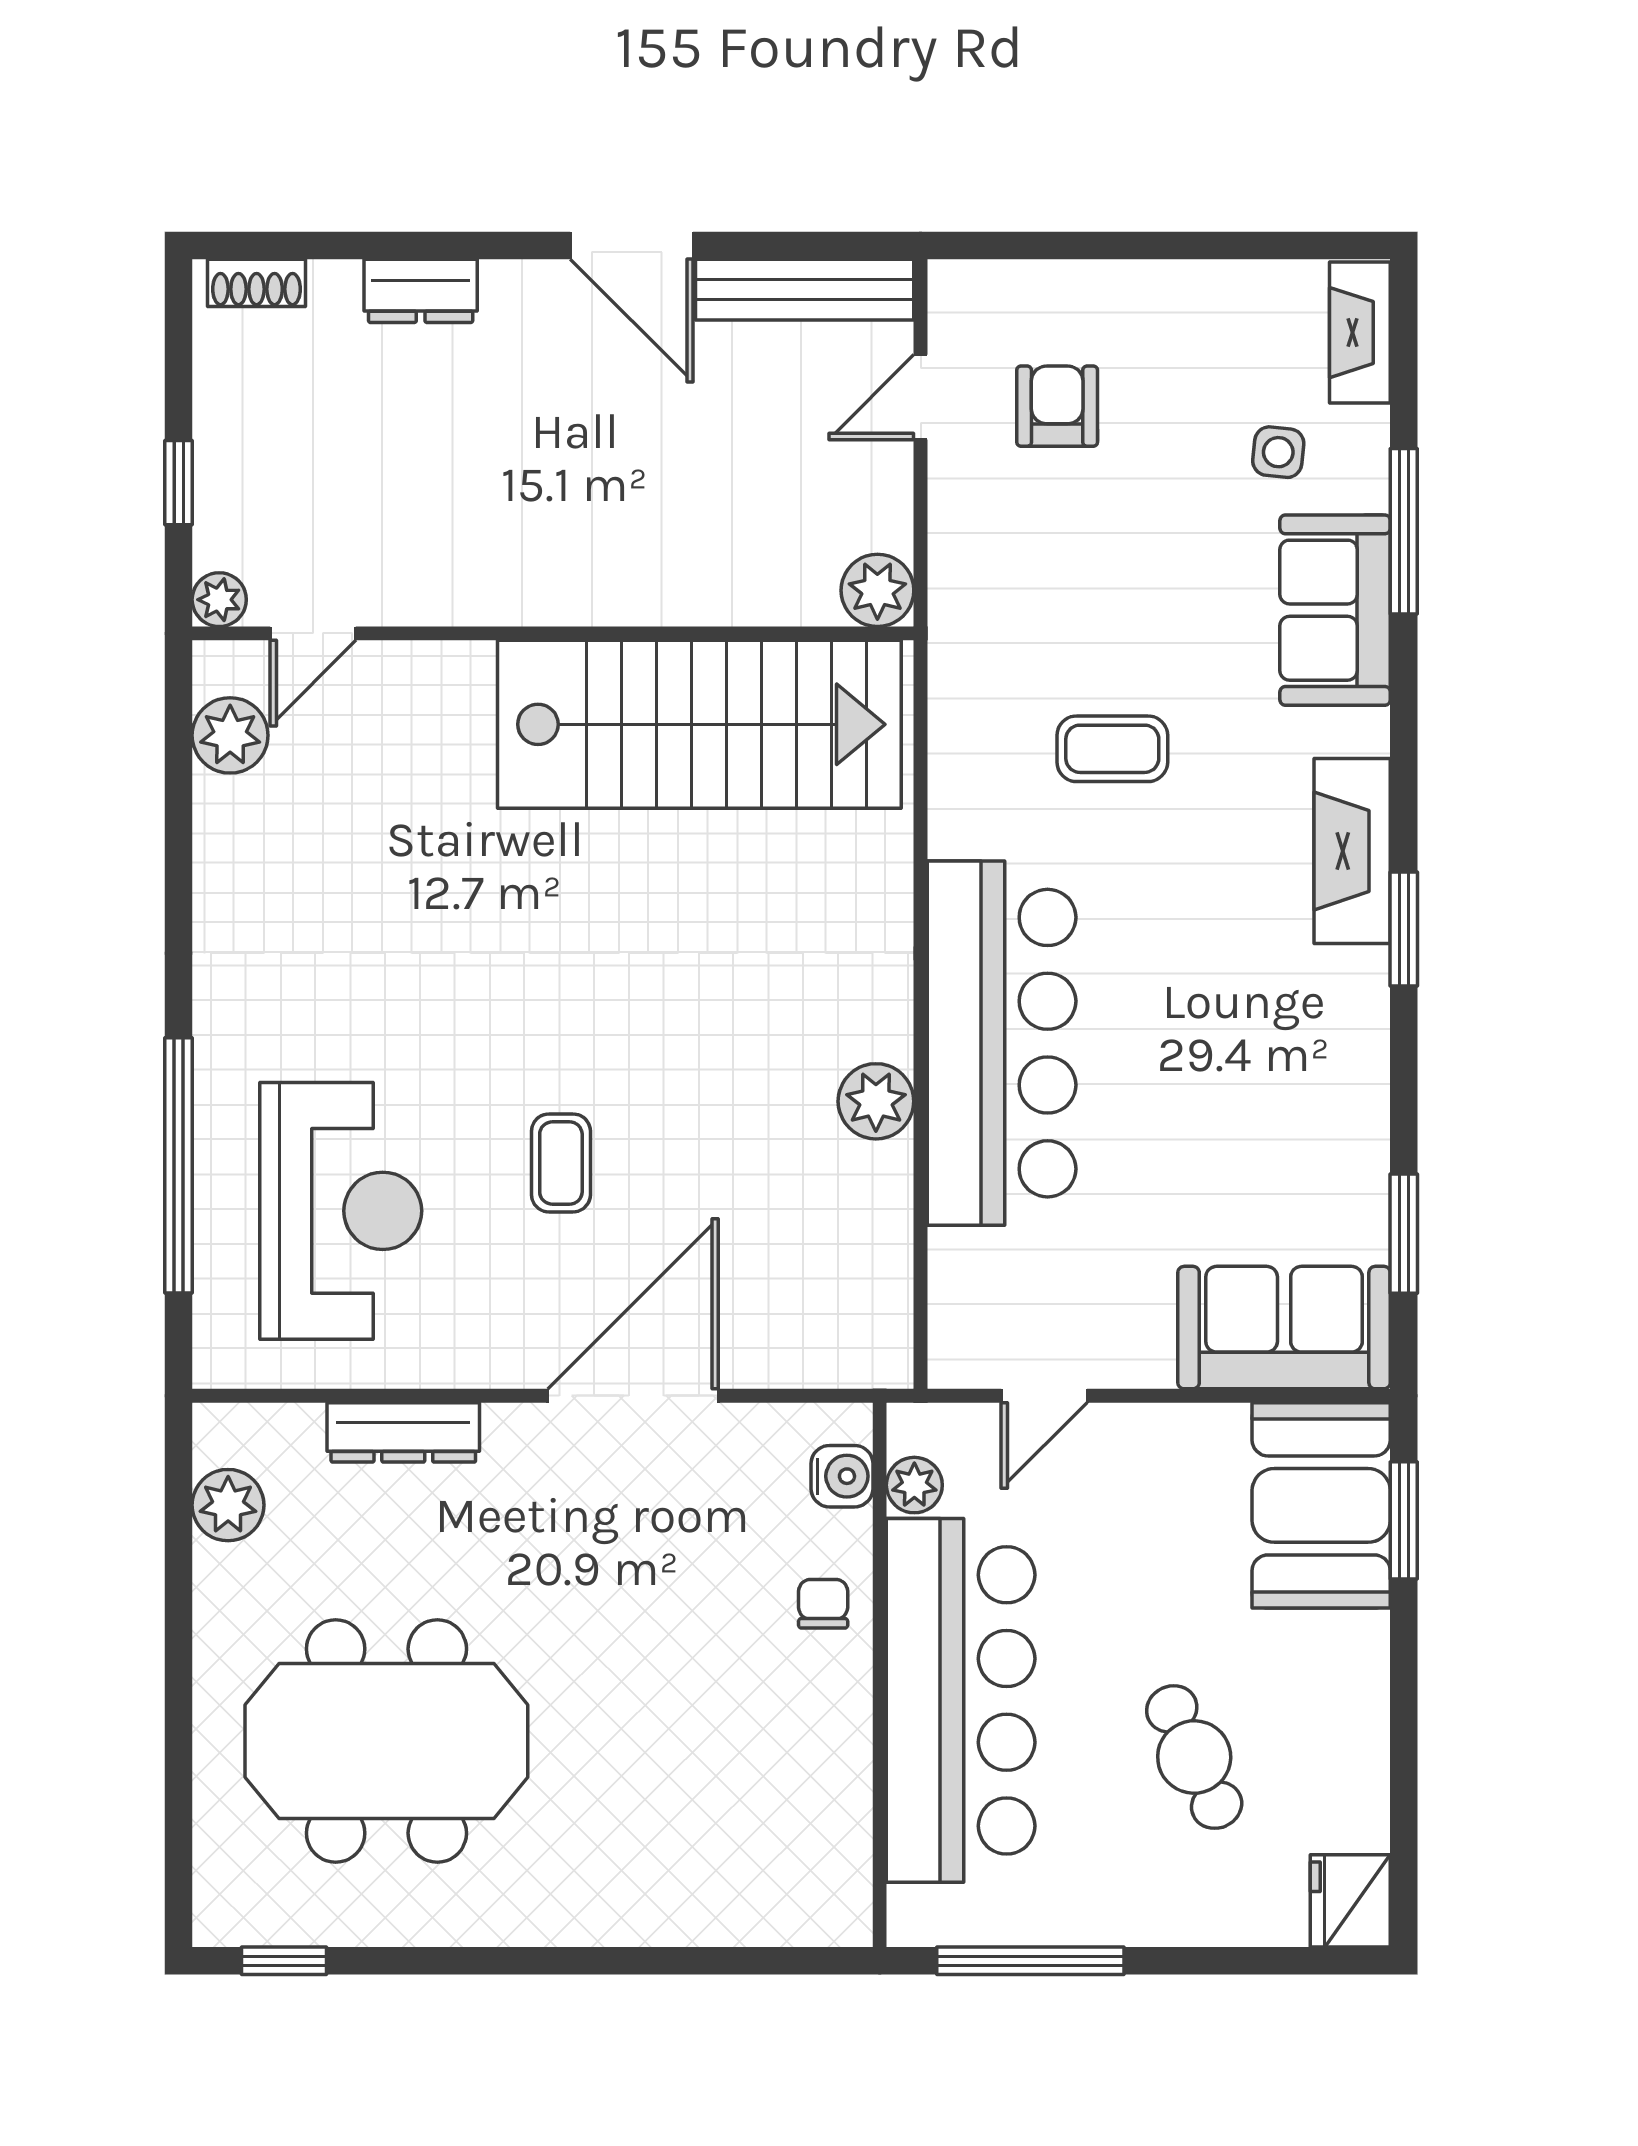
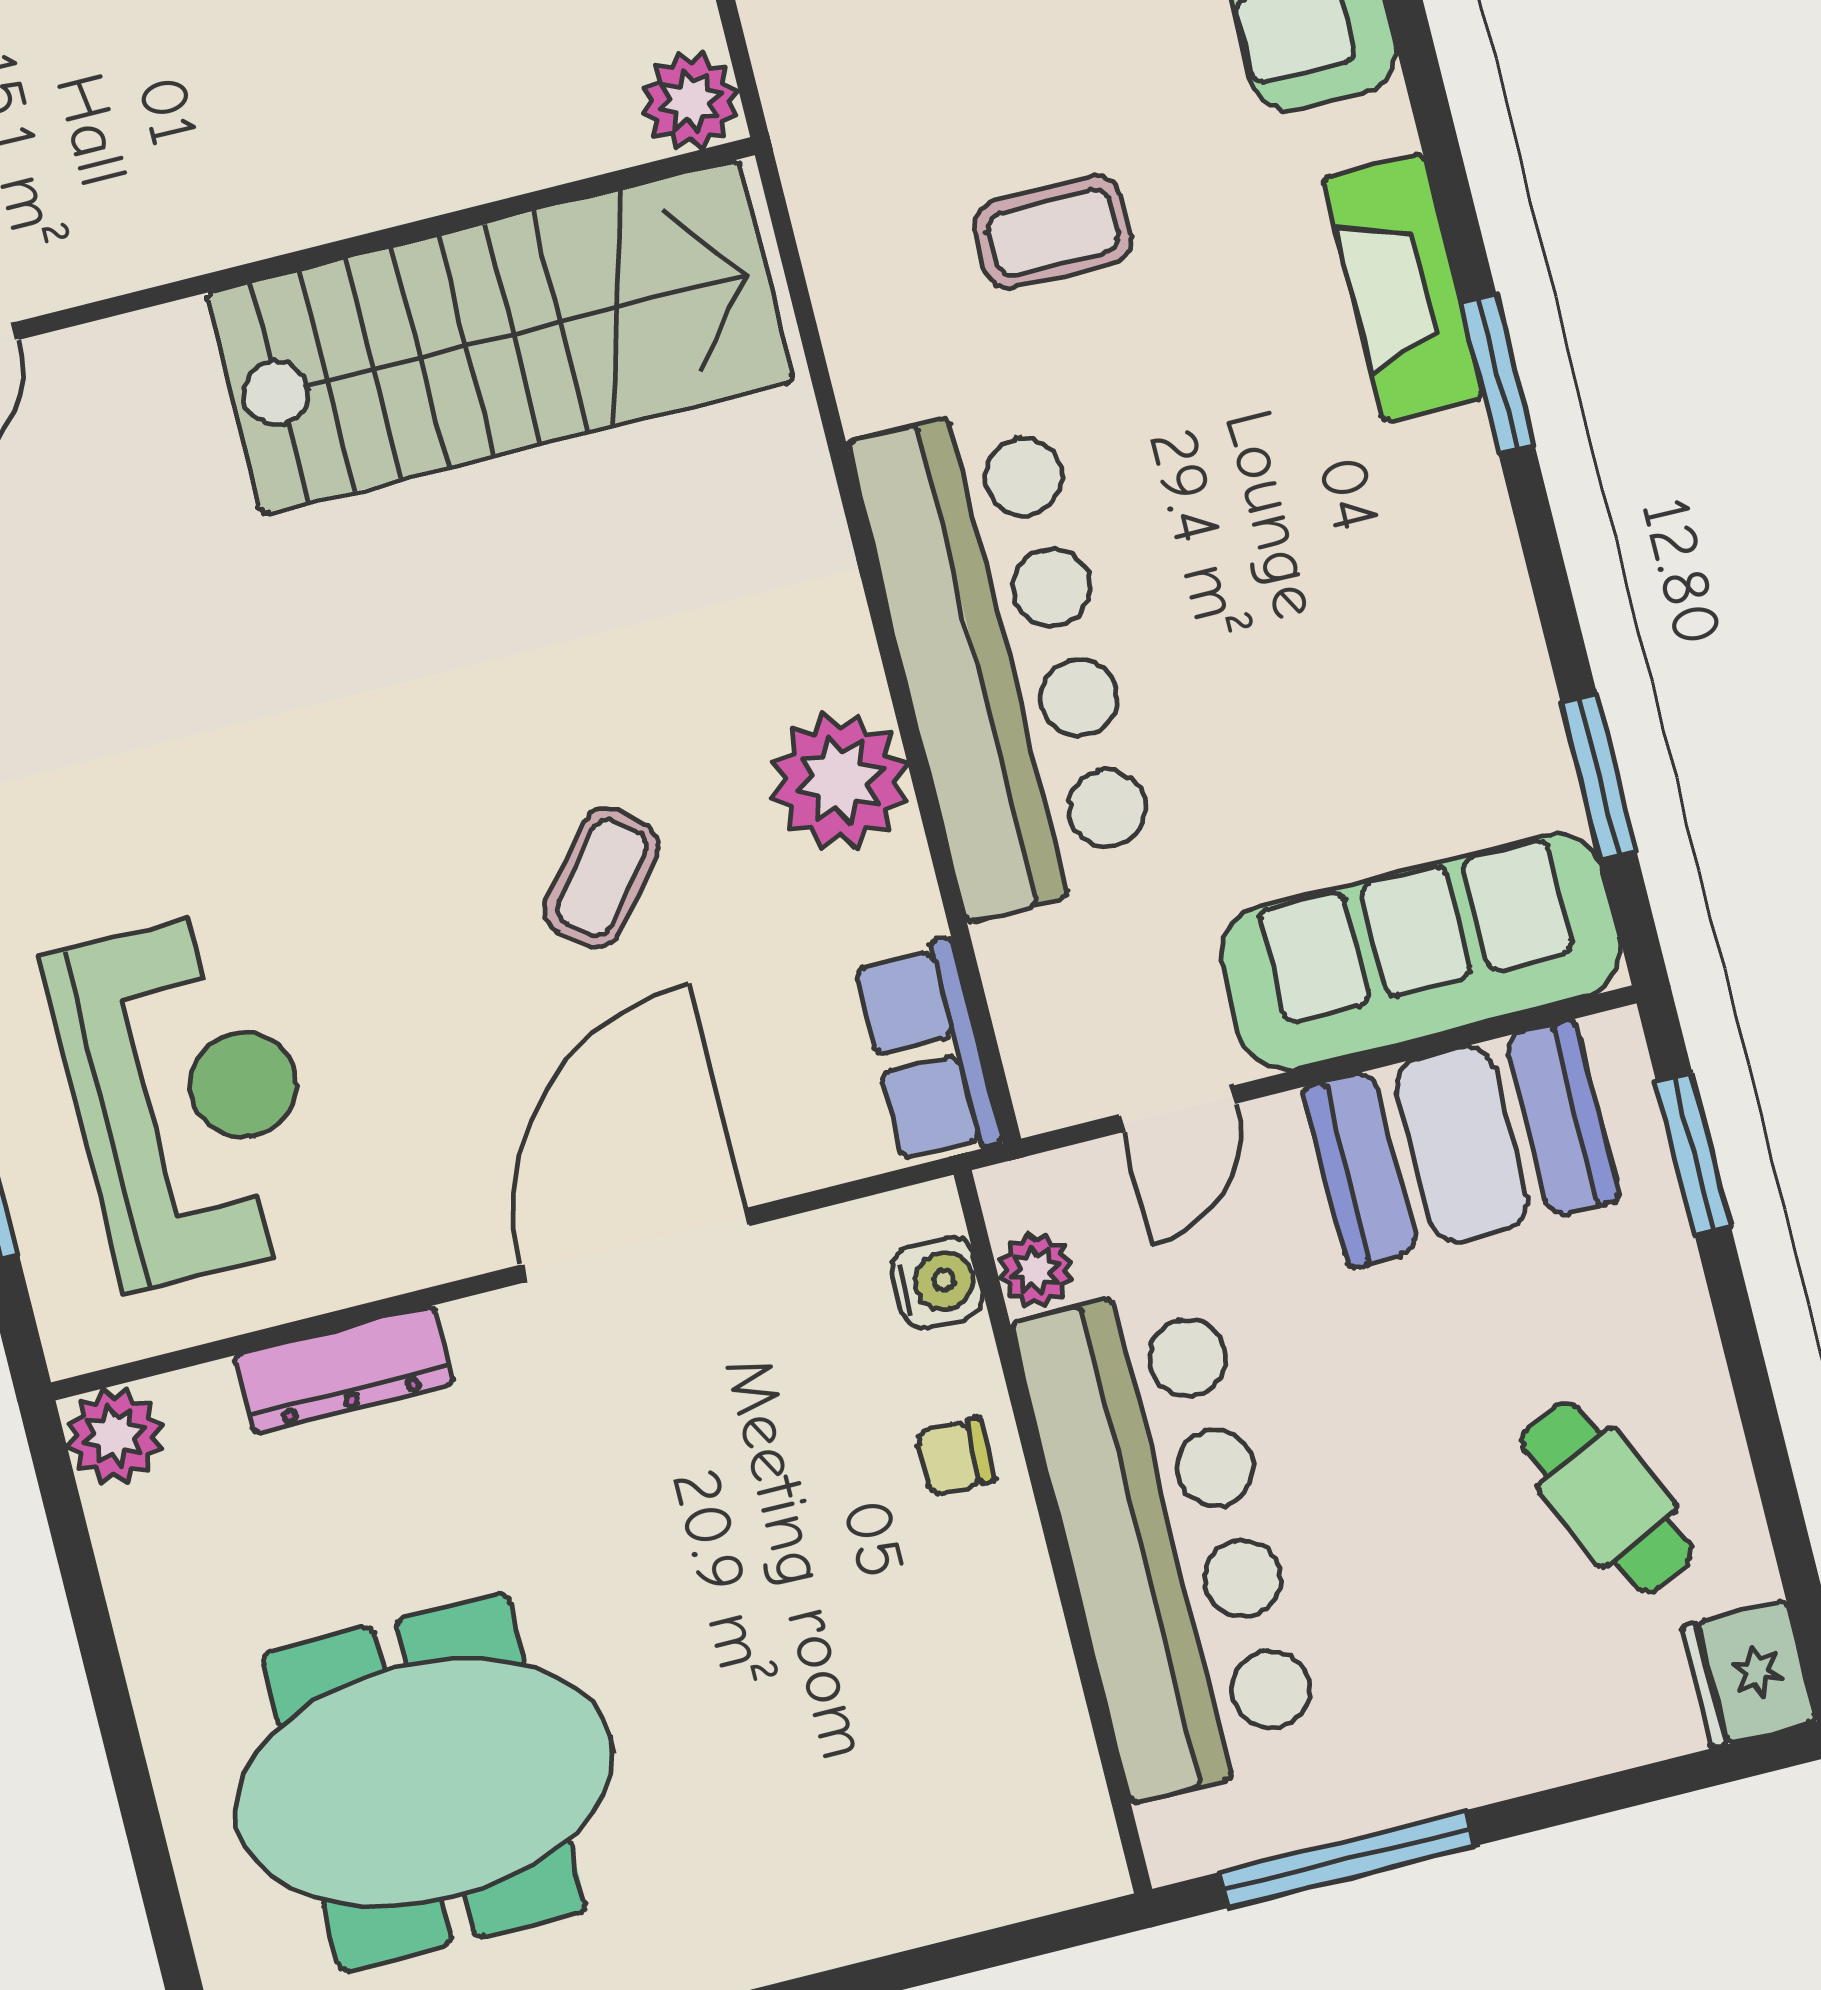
plant: (876, 1101) -> (840, 781), width x1.36, depth x1.36
coffee table: (561, 1163) -> (601, 878), moved, turned 39
row of seats: (876, 1311) -> (928, 1052), added
sofa: (1284, 1328) -> (1421, 952), width x1.36
plant: (228, 1505) -> (115, 1436), moved
booth: (1321, 1505) -> (1461, 1144), moved, turned 90
chair: (823, 1604) -> (955, 1457), turned -90
cafe table: (1194, 1757) -> (1607, 1497), moved

